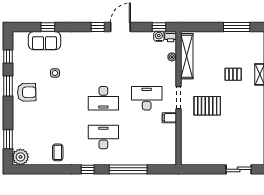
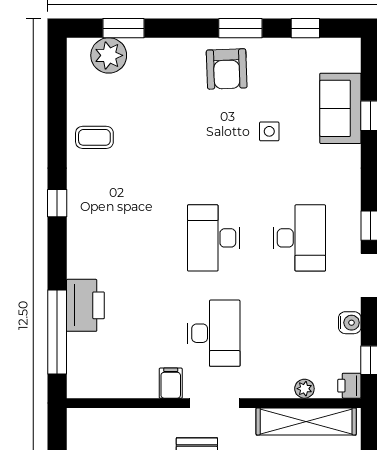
water cooler: (159, 36) -> (350, 323), moved
desk: (103, 137) -> (299, 238), moved
plant: (20, 157) -> (109, 55), moved
printer: (134, 157) -> (85, 305), added
window: (128, 169) -> (57, 332), moved

